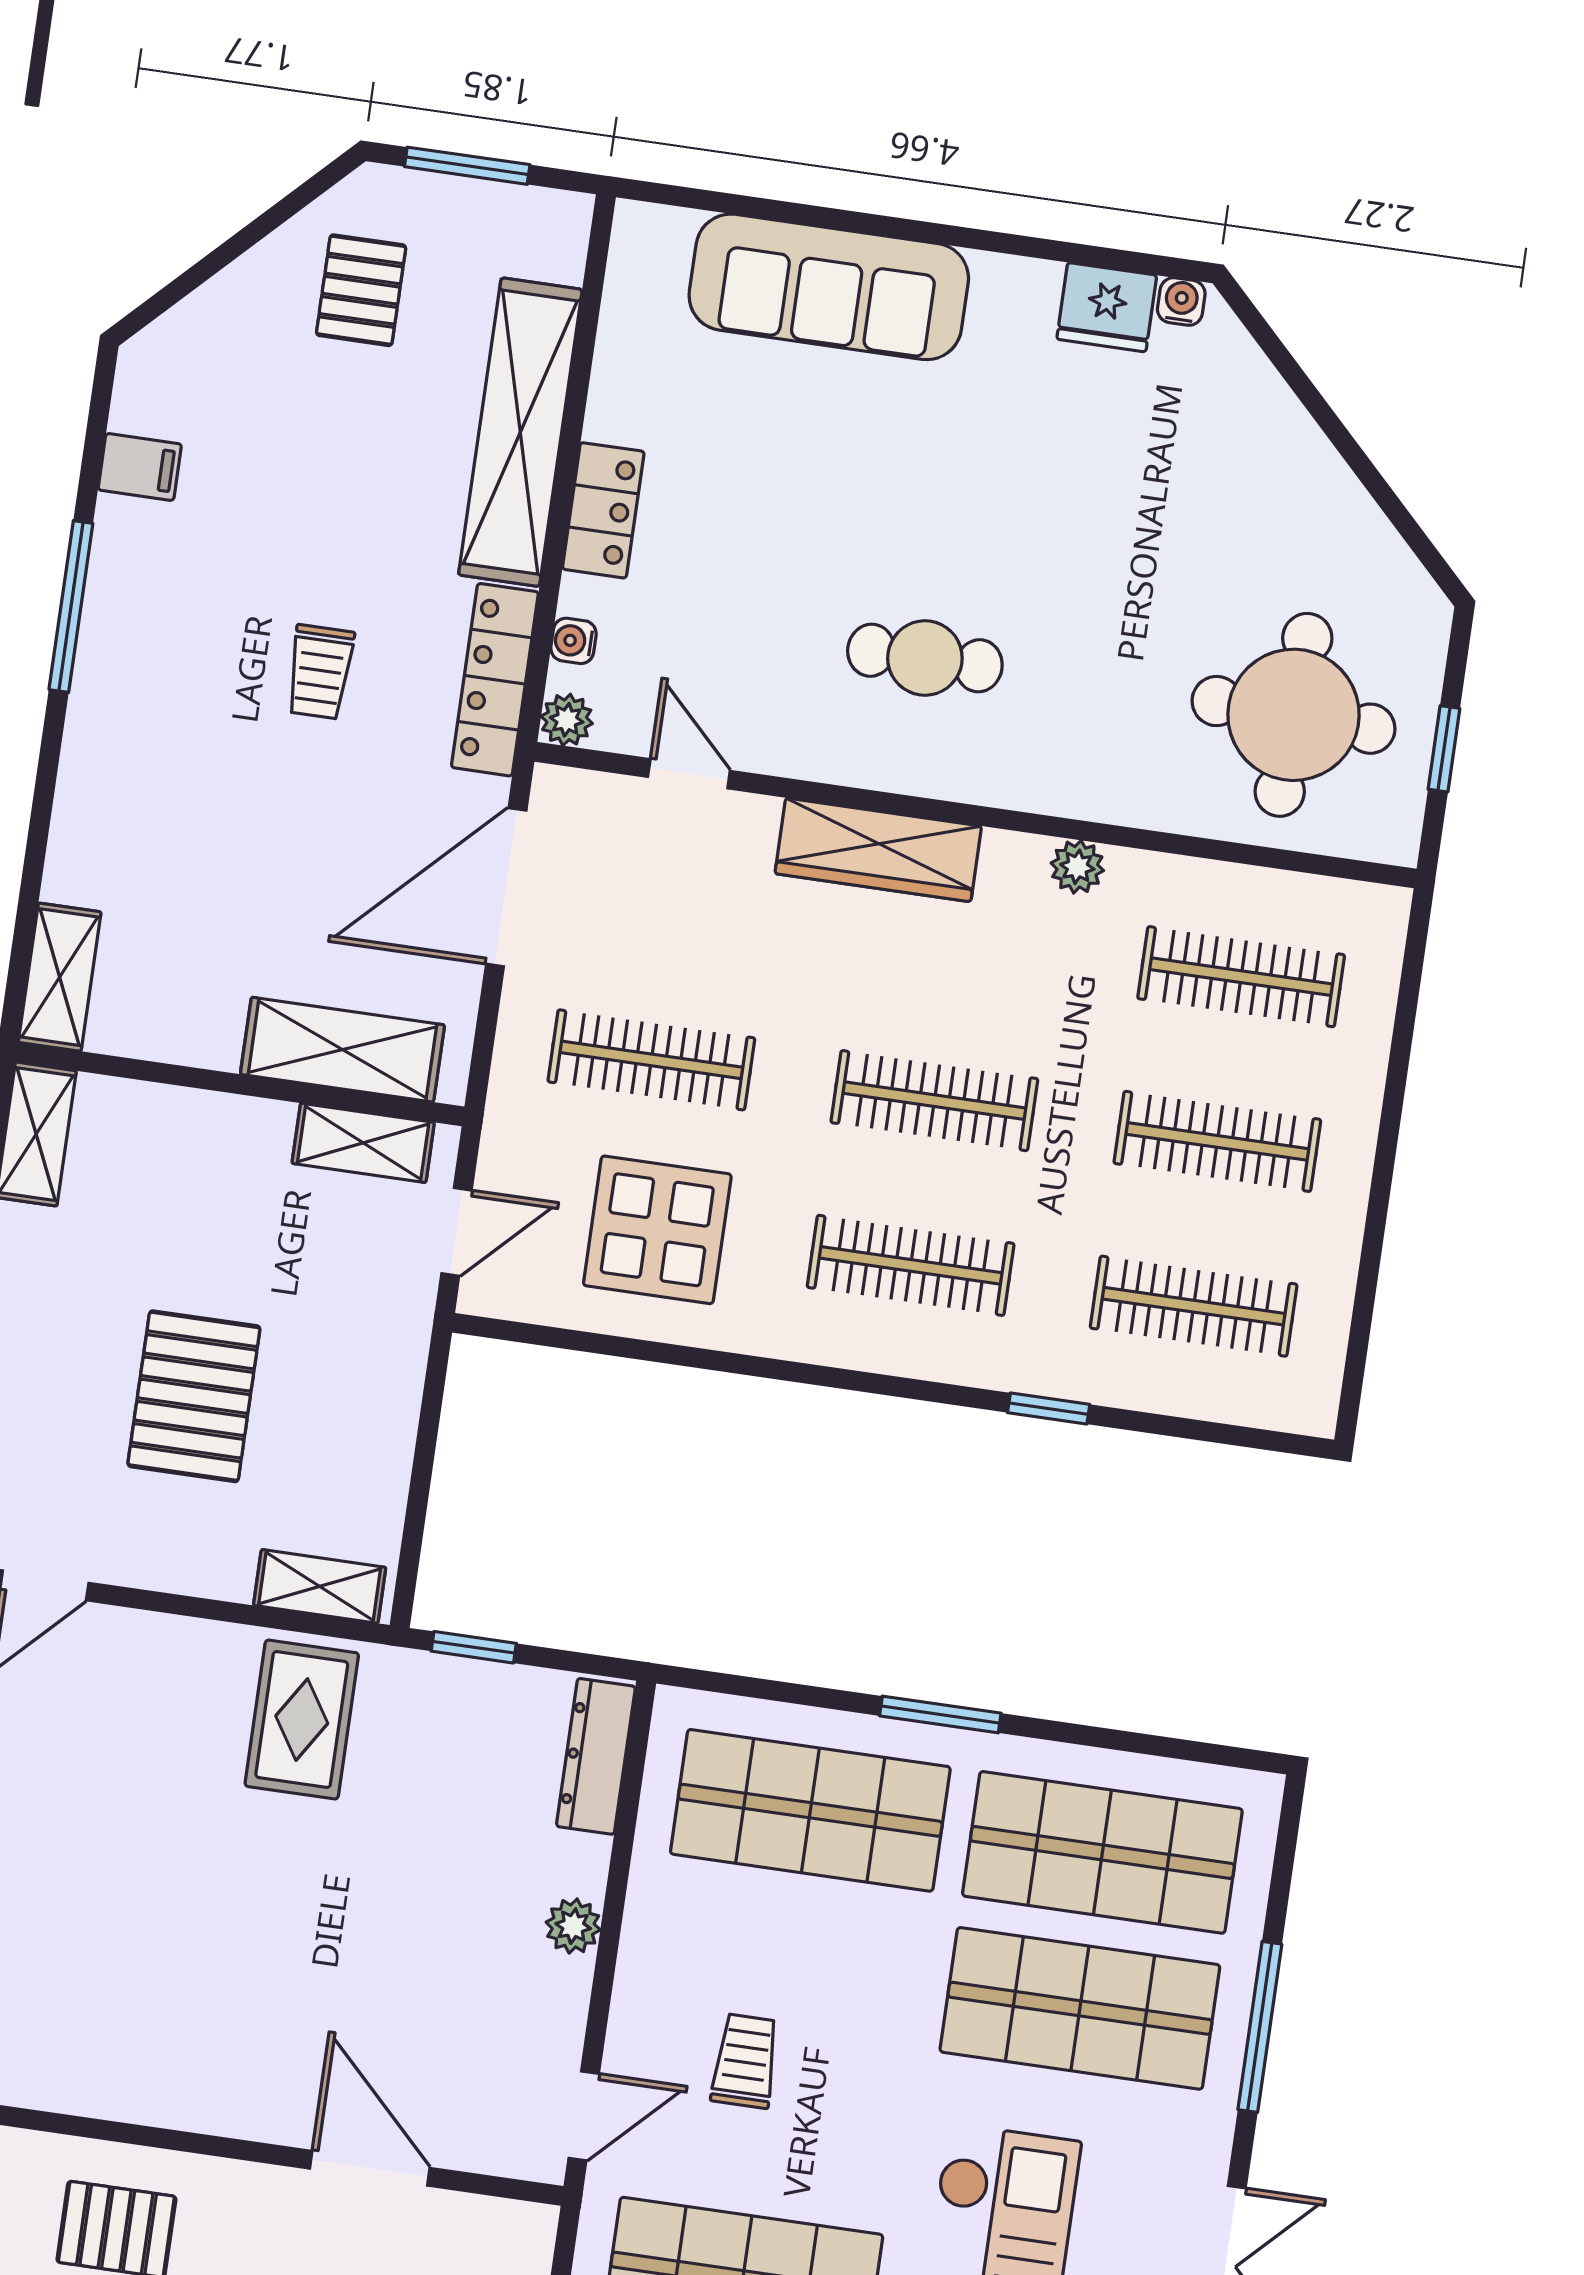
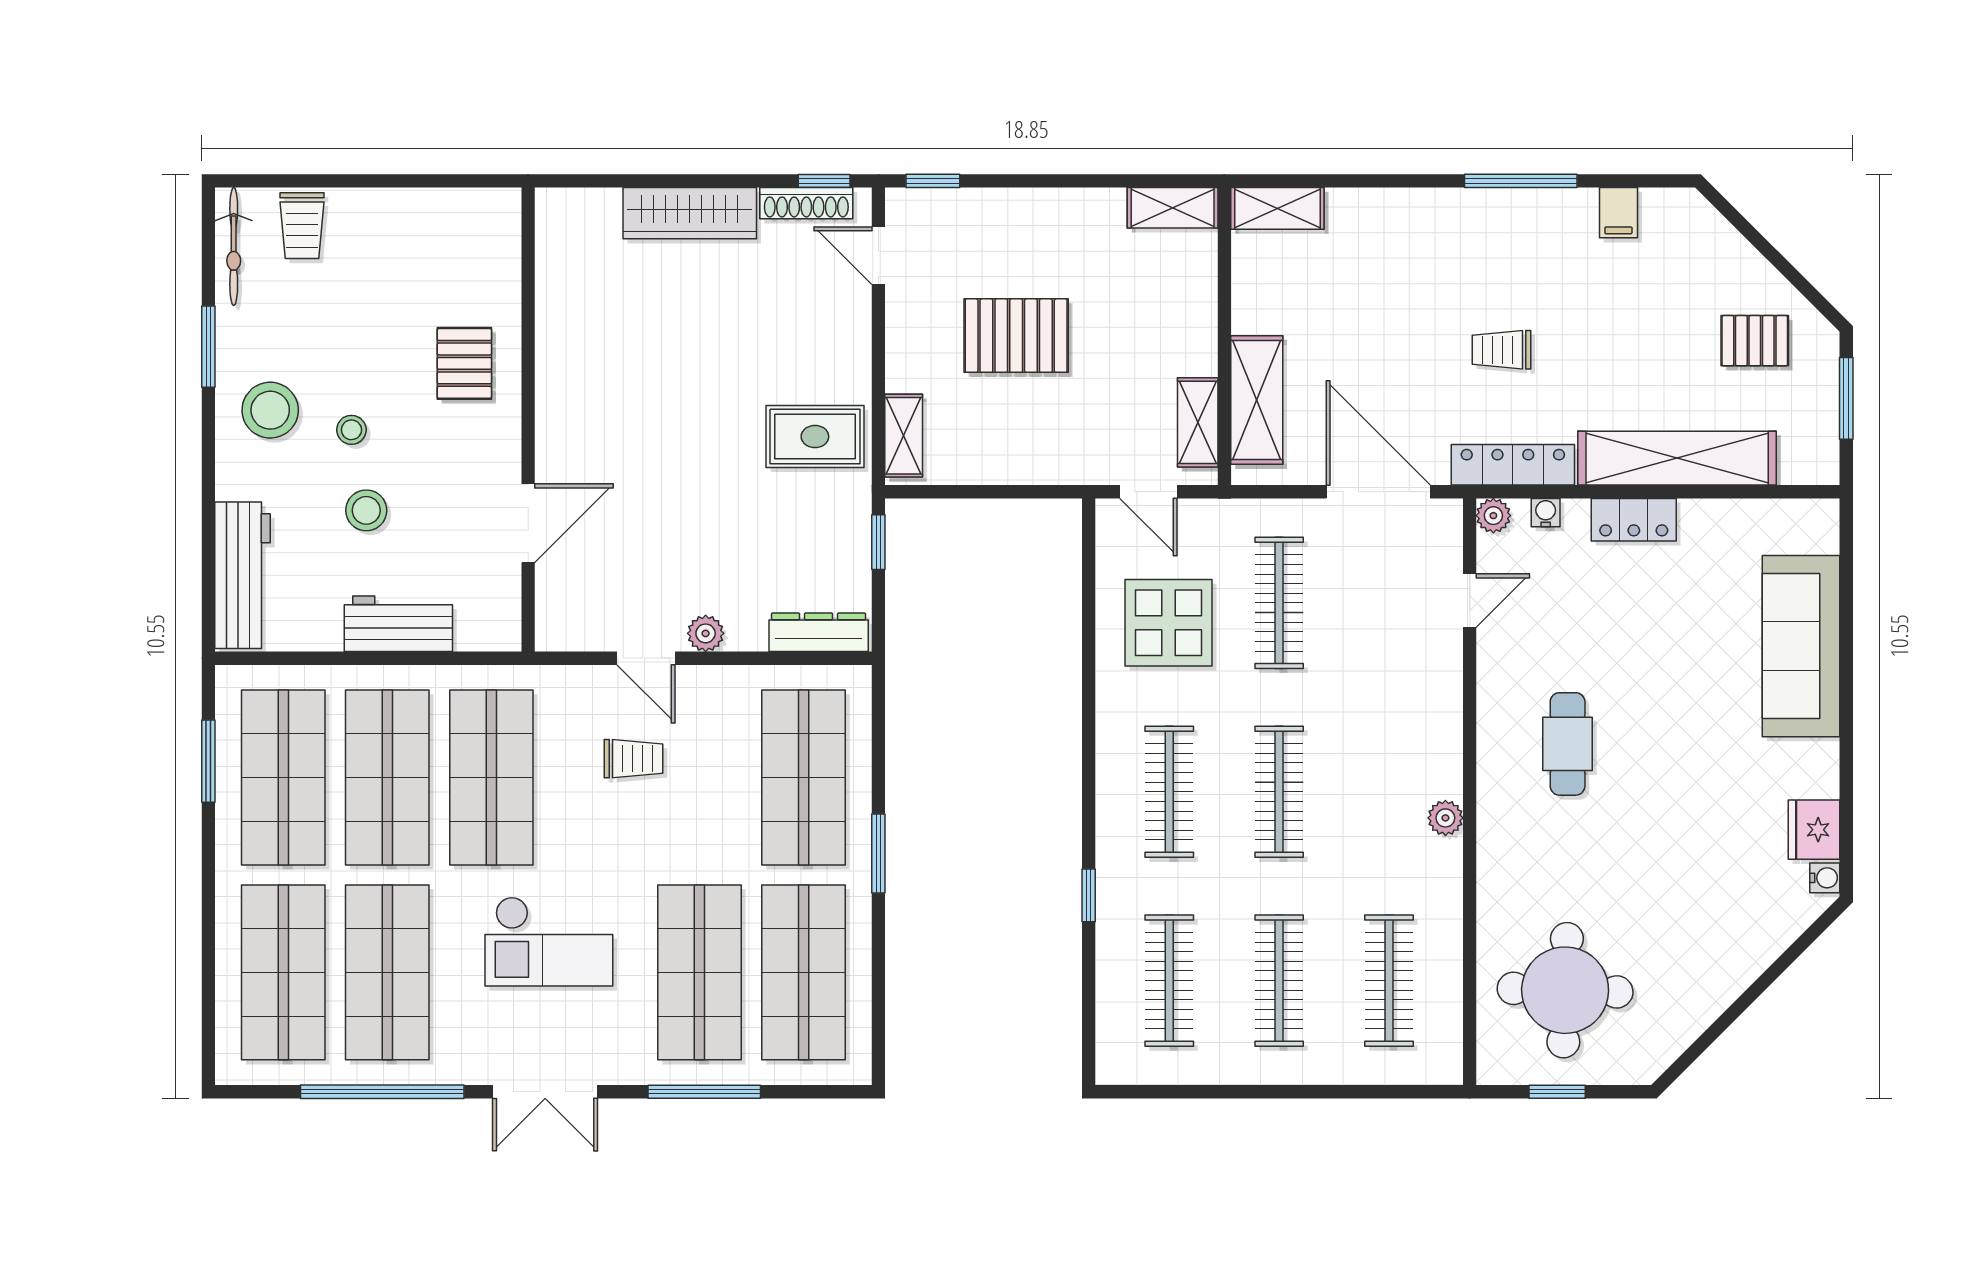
wardrobe: (878, 850) -> (1438, 731), removed
plant: (1077, 867) -> (1445, 818), moved
door: (584, 2116) -> (646, 658), moved

